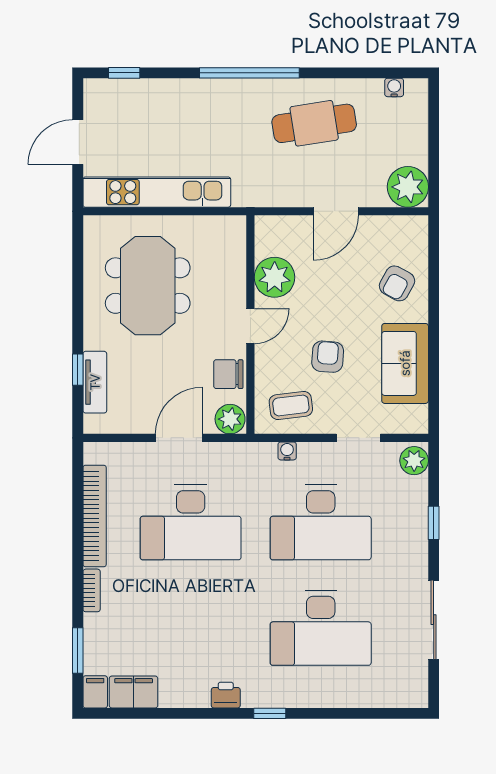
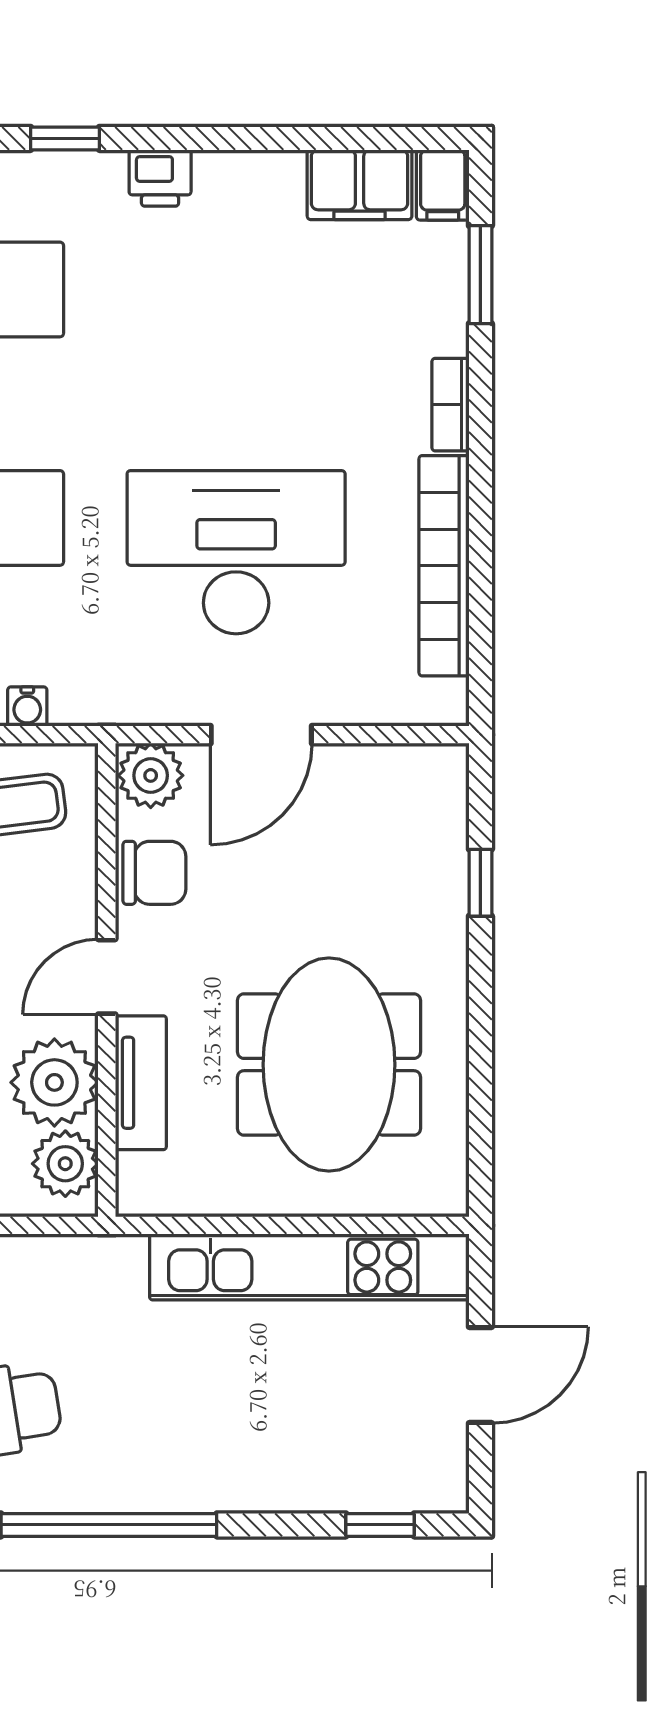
plant: (270, 240) -> (65, 1164), added
tv unit: (95, 382) -> (141, 1083), moved, turned 180

